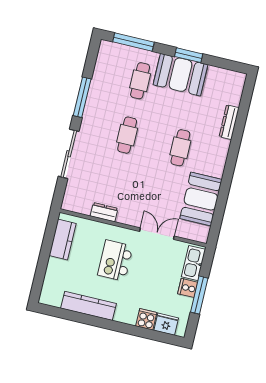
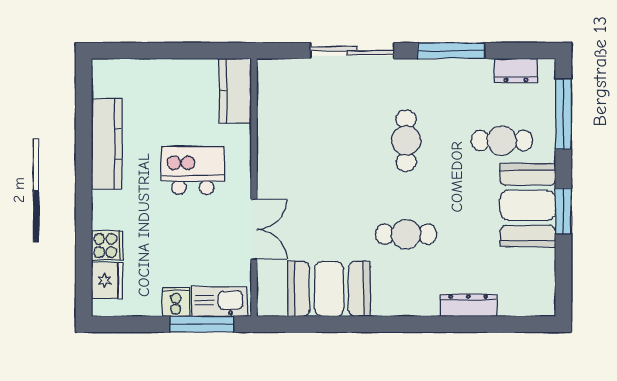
cafe table: (127, 135) -> (406, 141), turned 90
dresser: (104, 212) -> (516, 71), moved, turned 90
kitchen counter: (63, 239) -> (235, 91), moved, turned 90
window: (199, 295) -> (202, 324), moved

